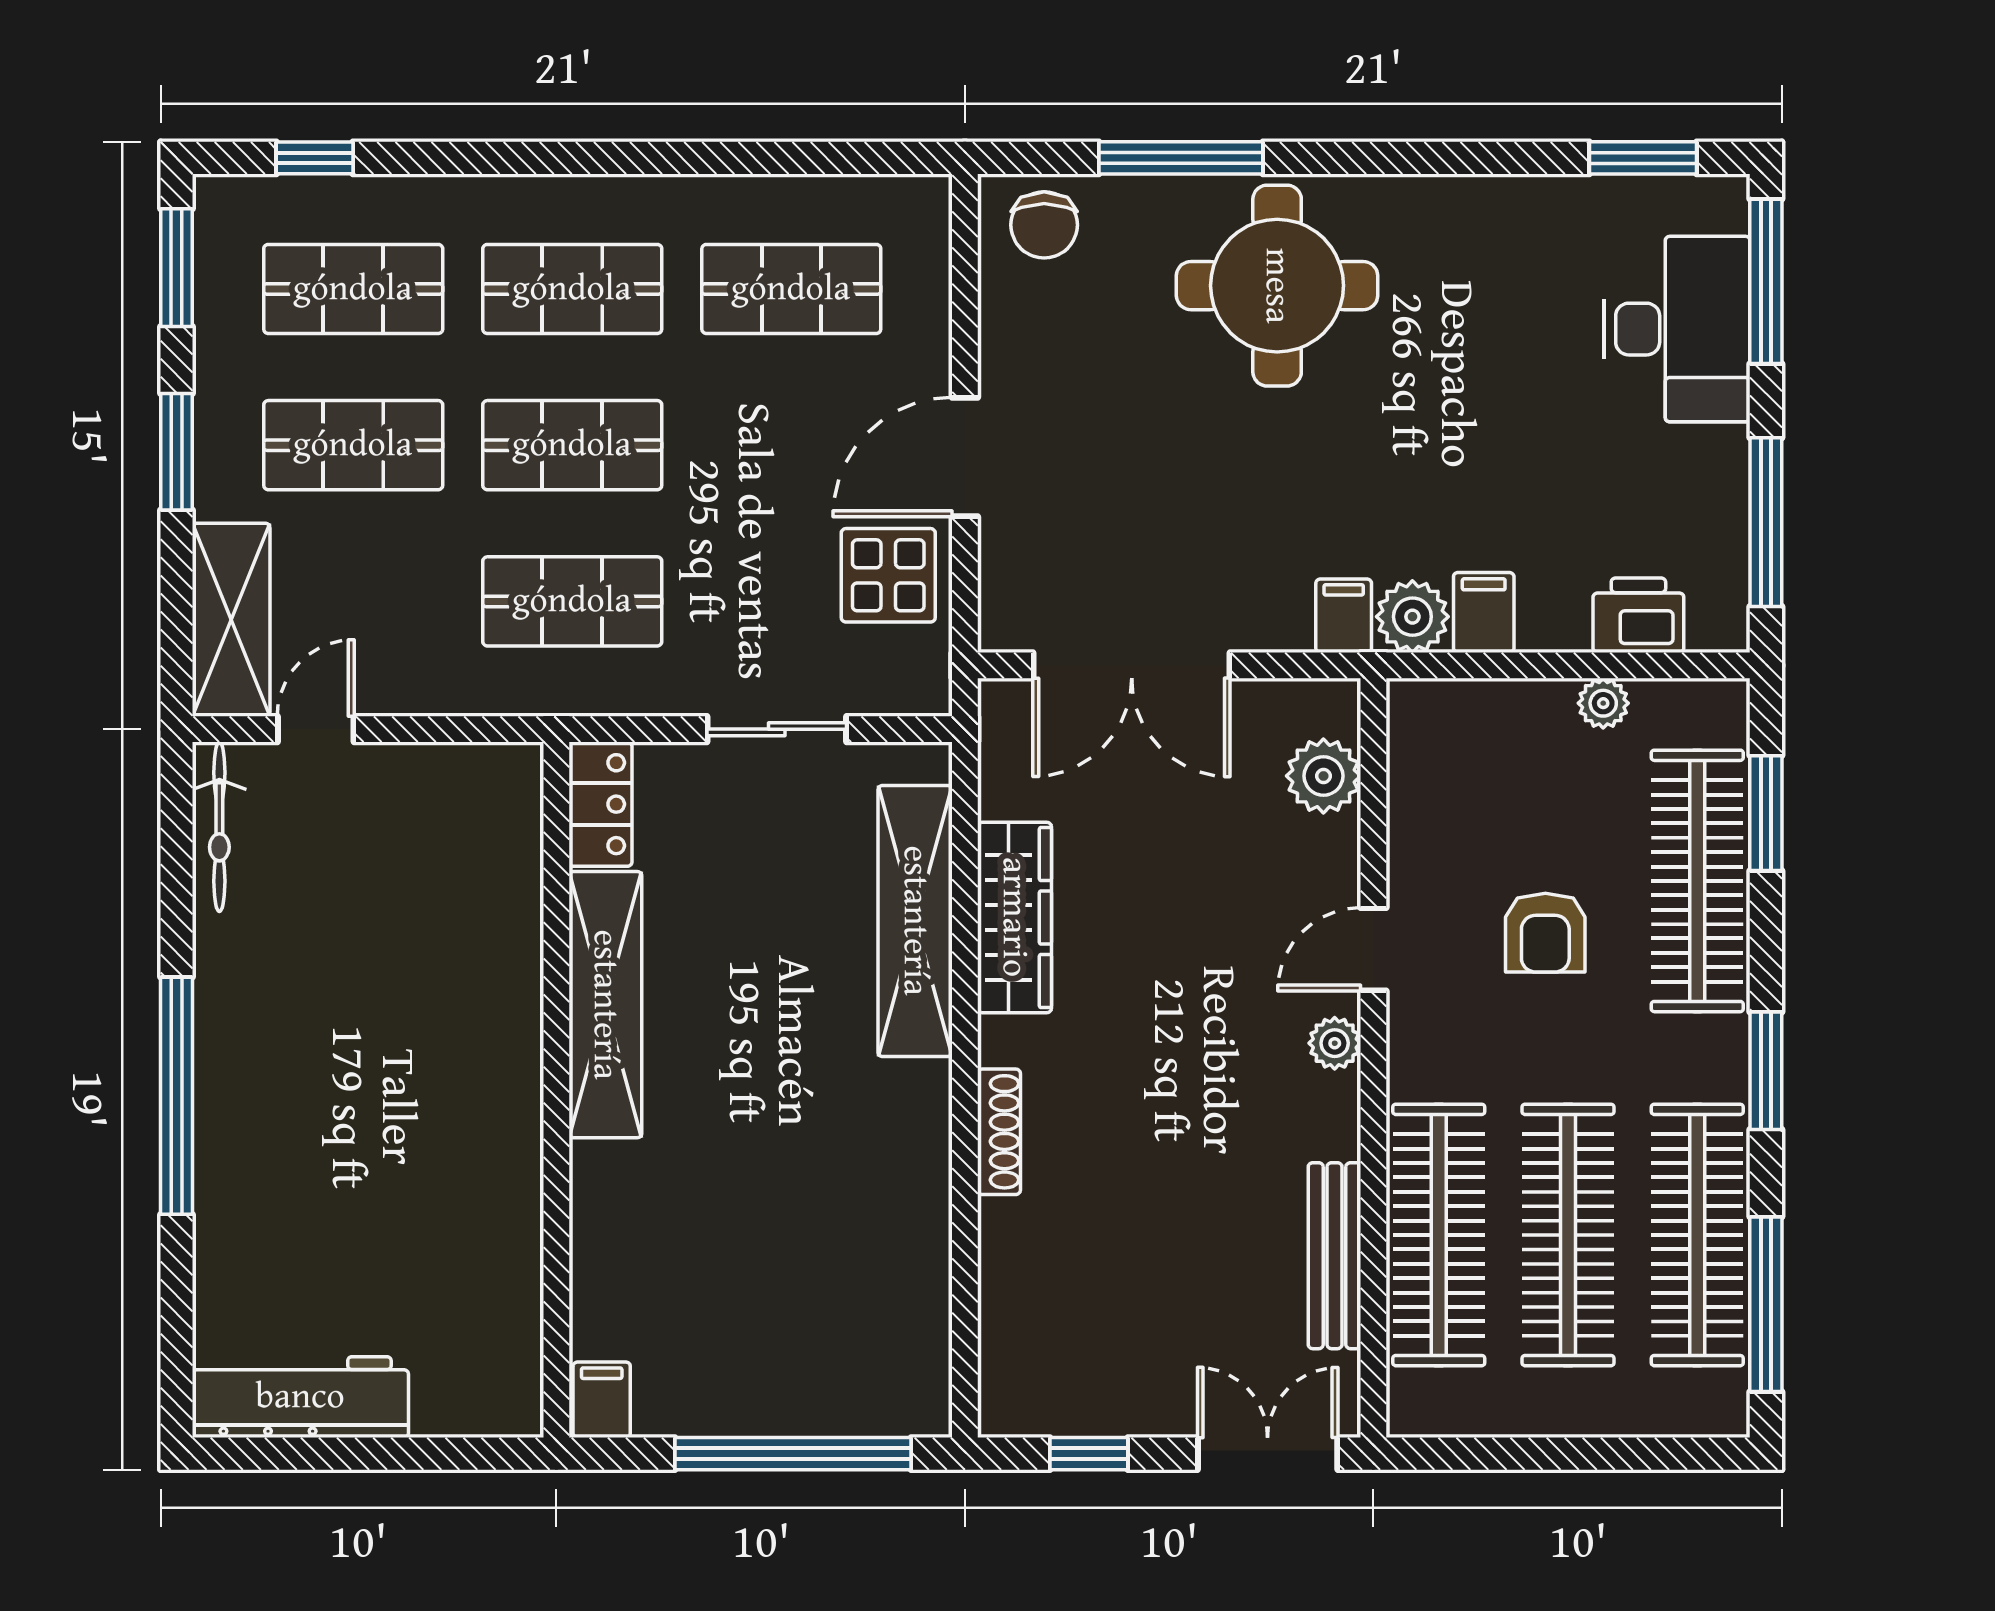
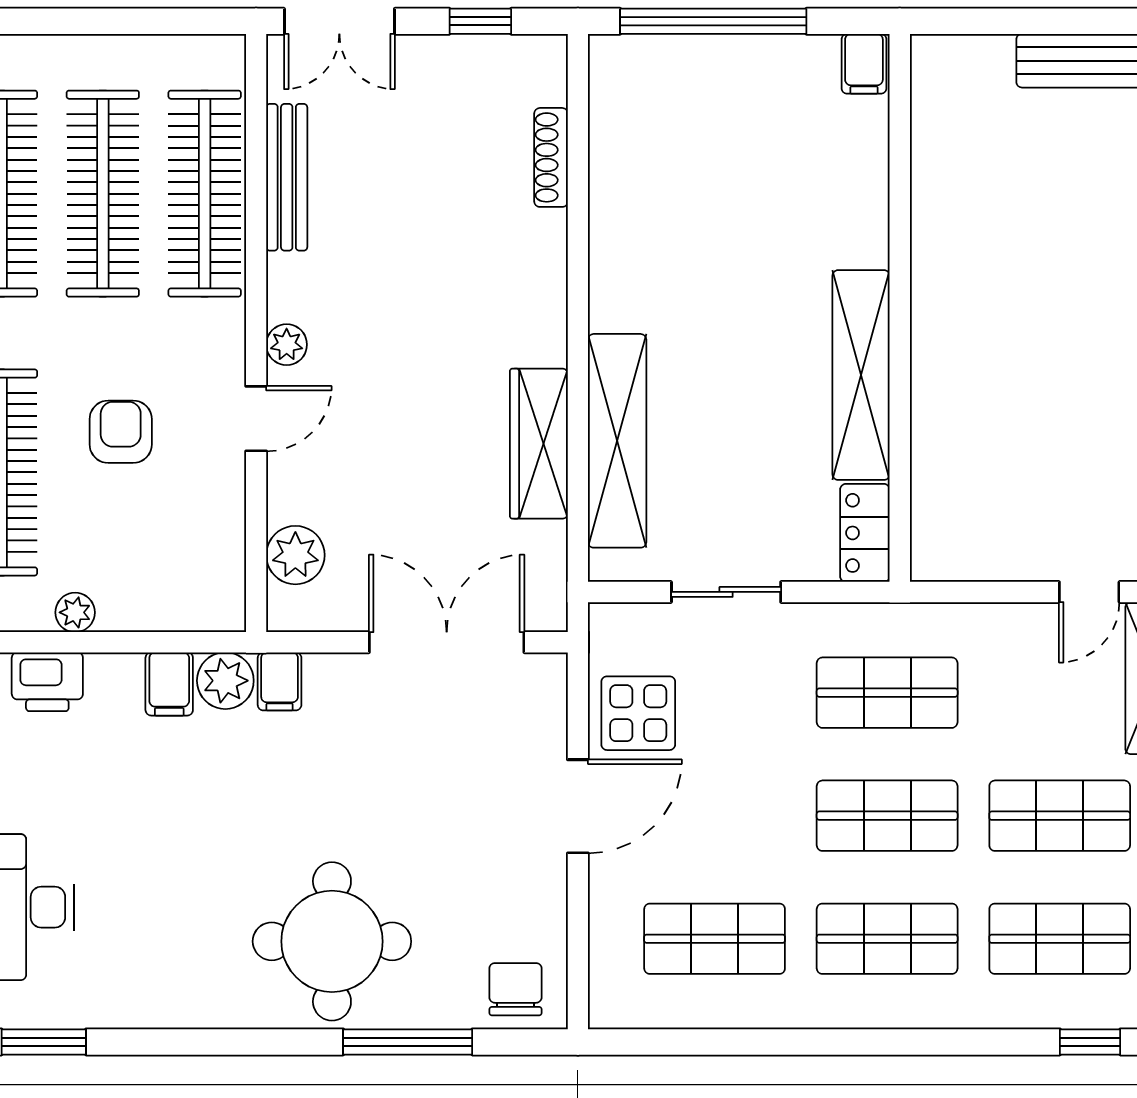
shoe rack: (999, 1132) -> (551, 157), moved

